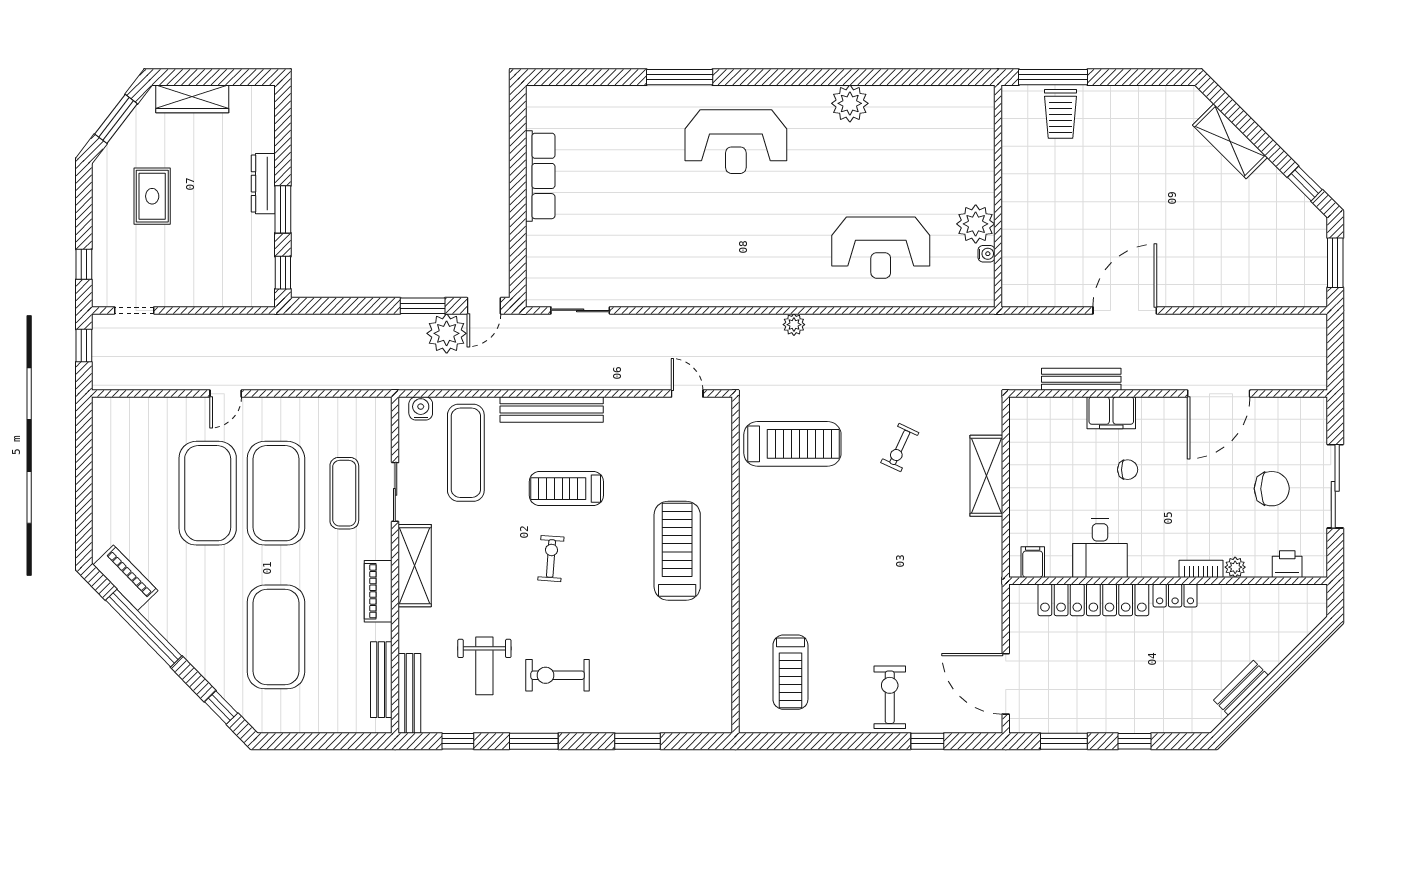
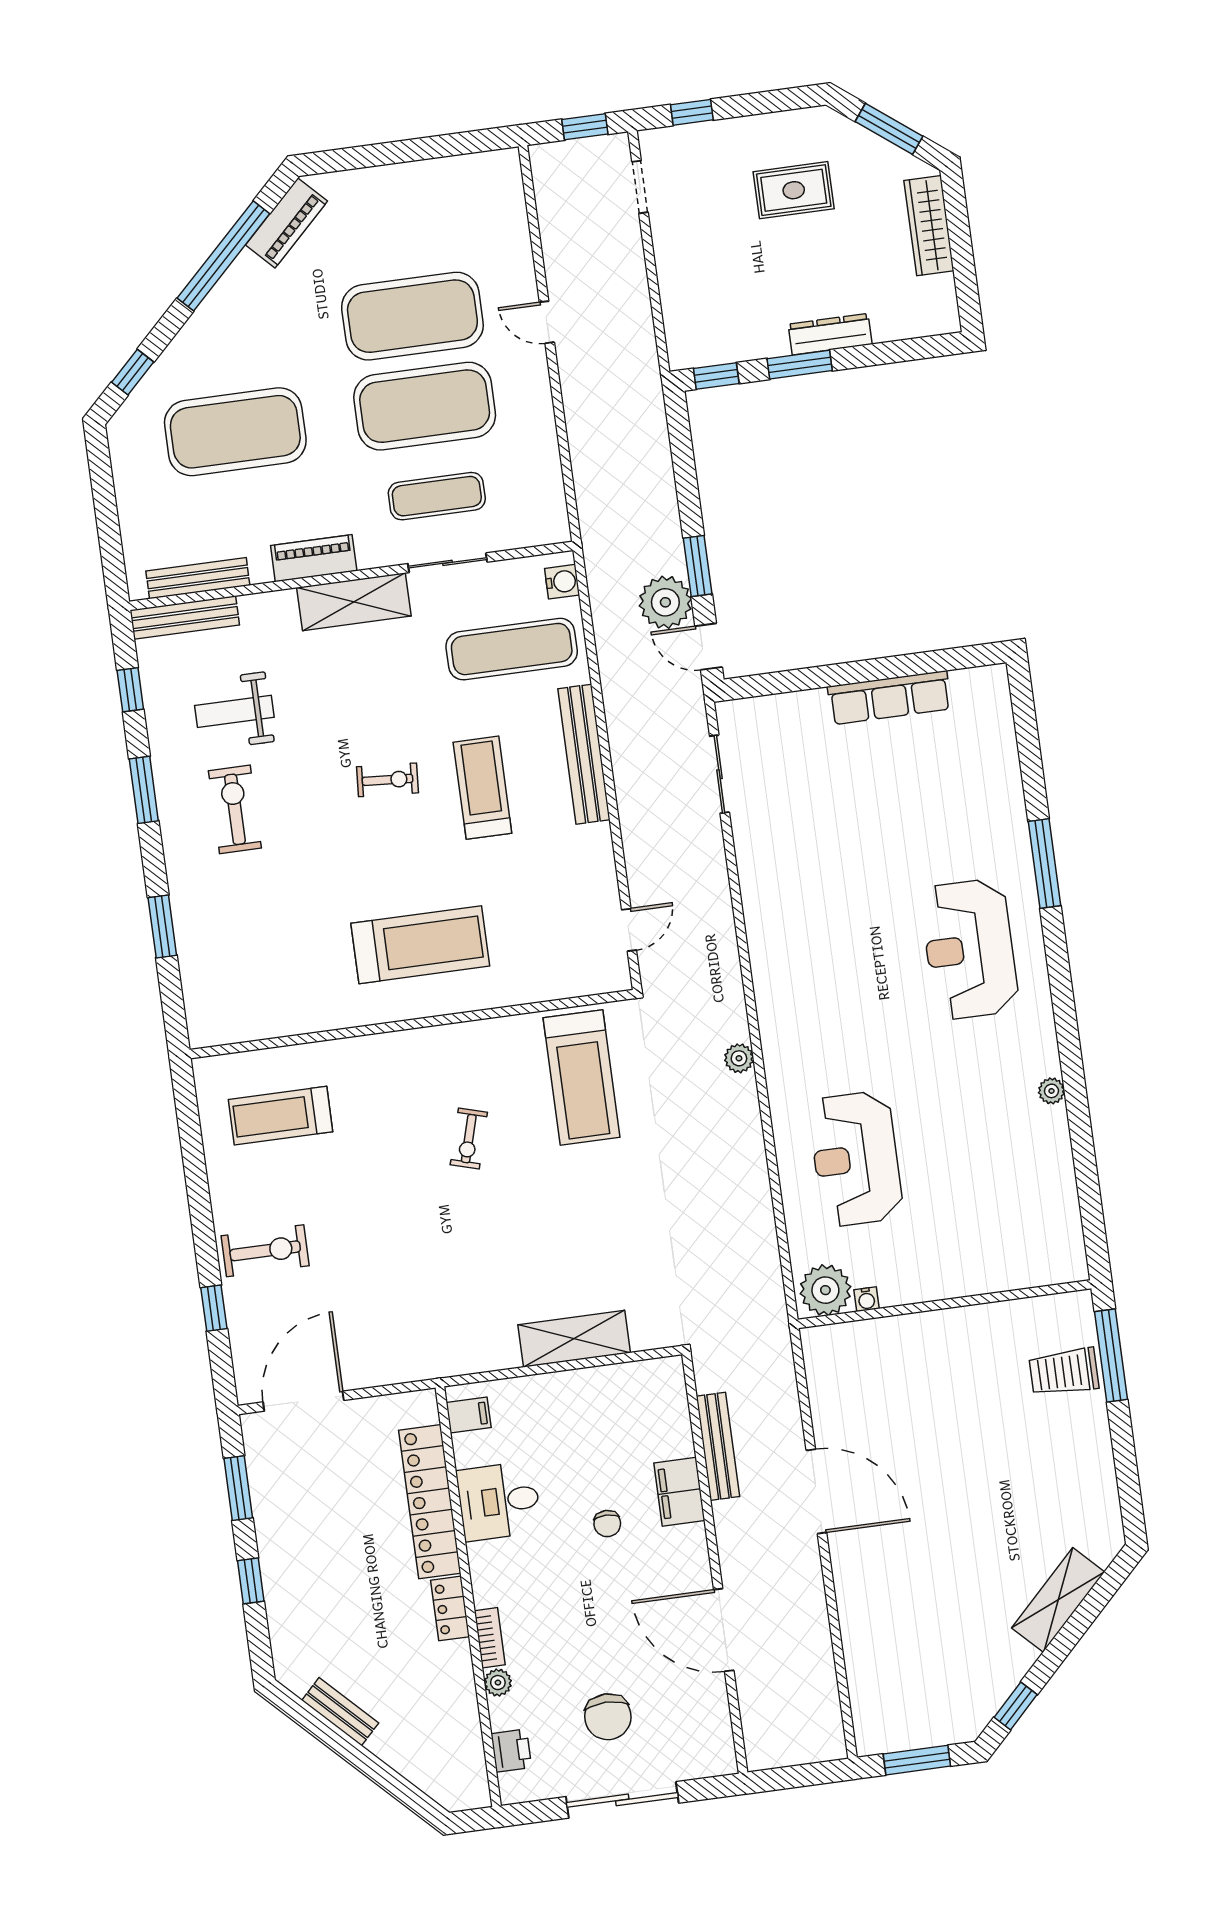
plant: (850, 103) -> (1051, 1091), width x0.53, depth x0.53
plant: (976, 224) -> (825, 1290), moved
exercise bike: (900, 448) -> (469, 1139), moved, turned -99

